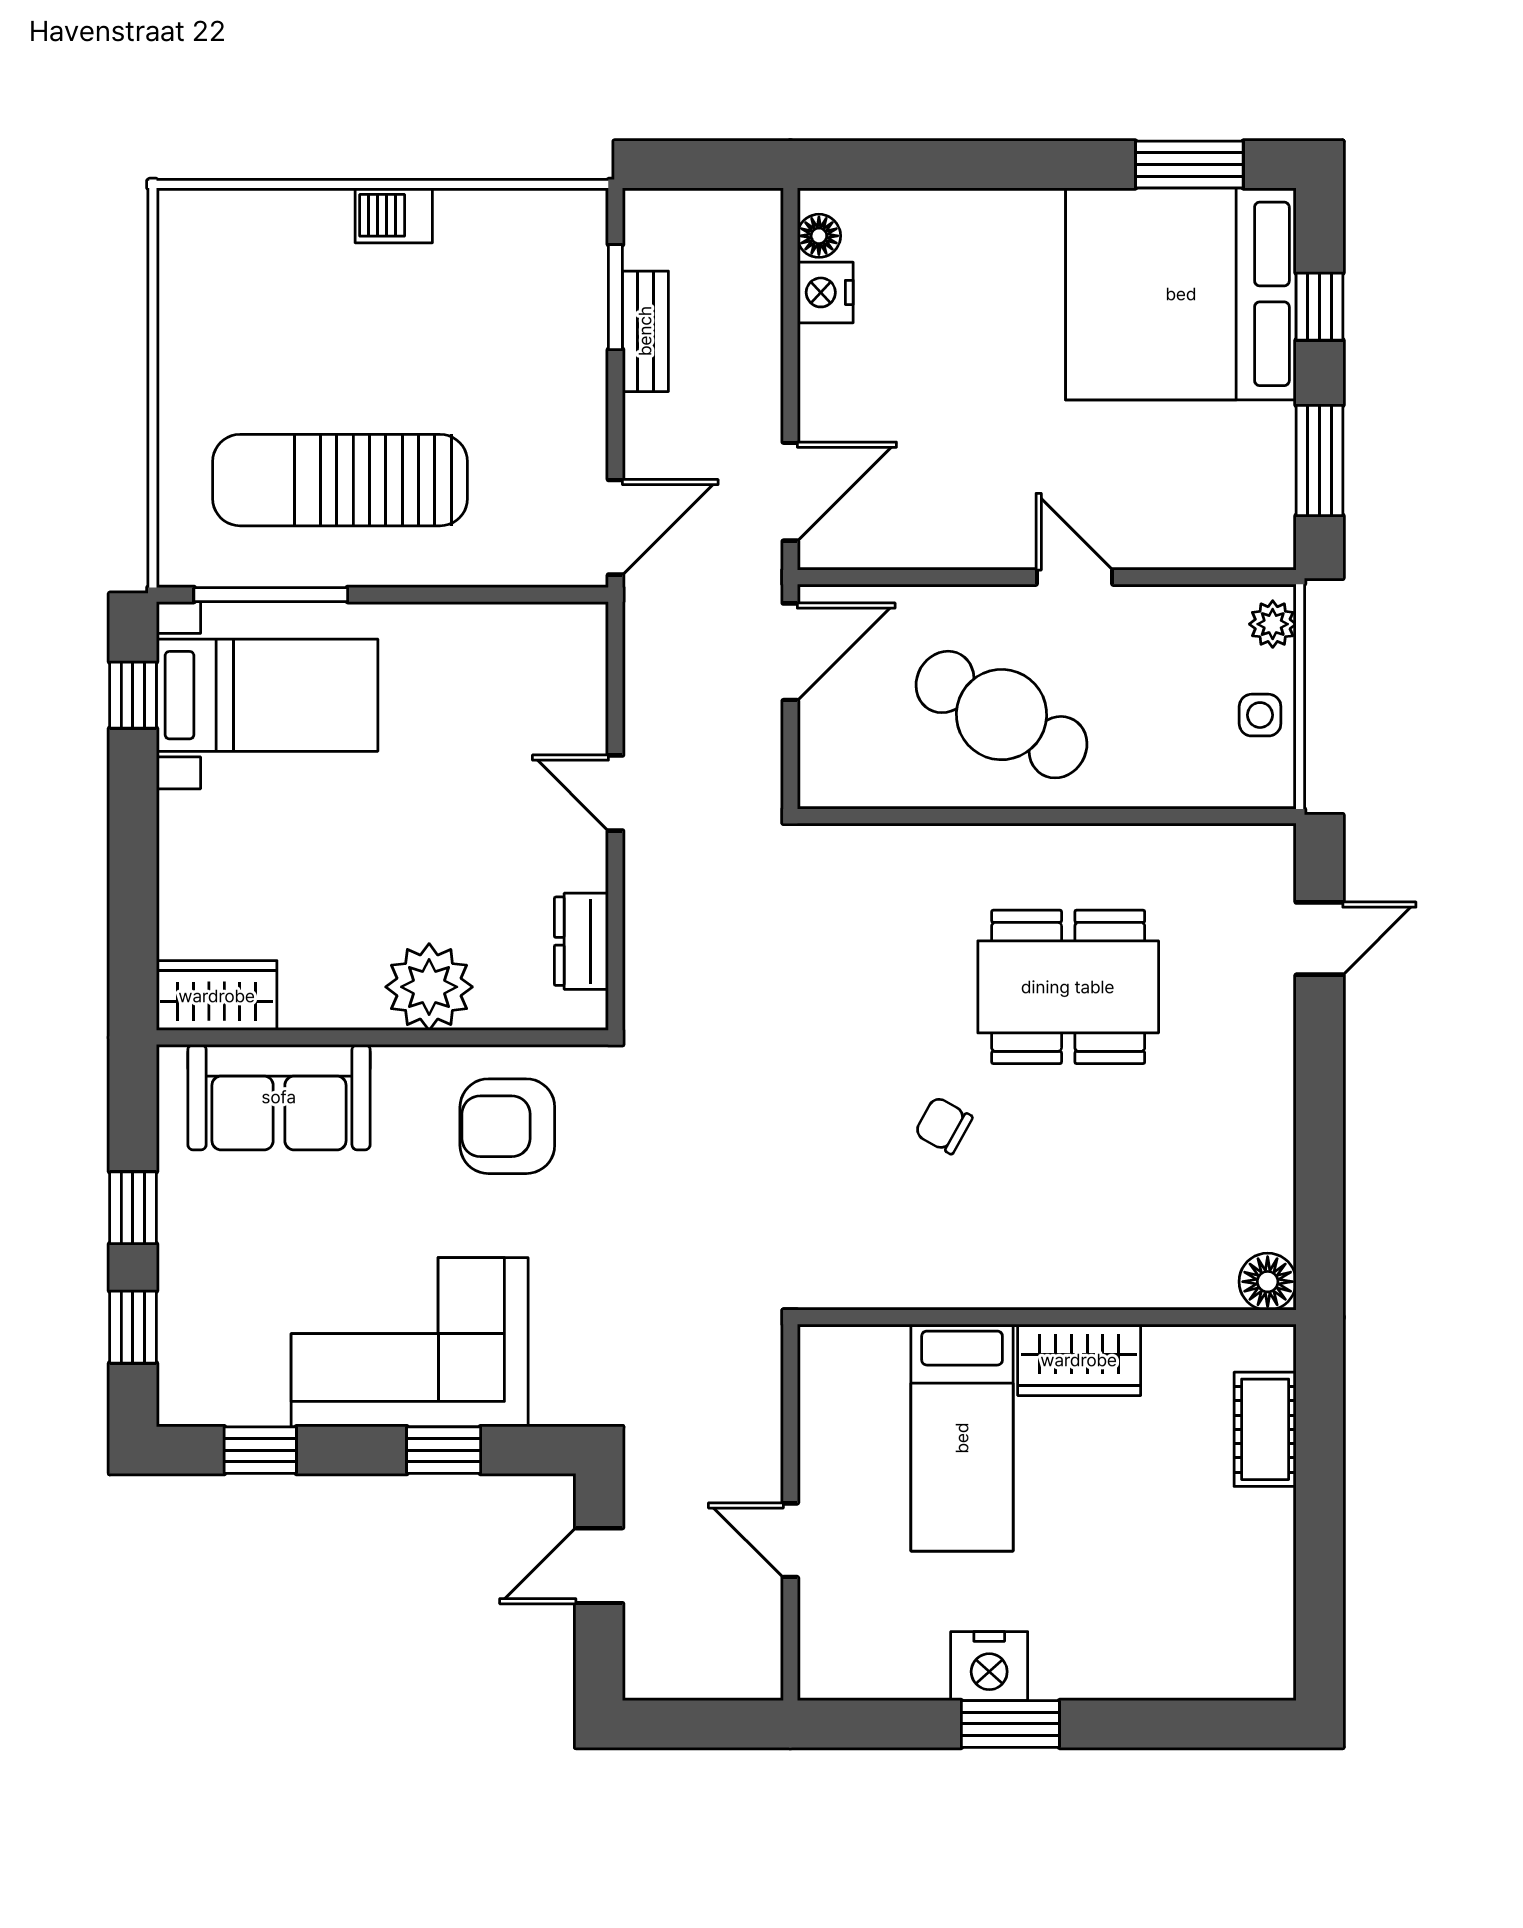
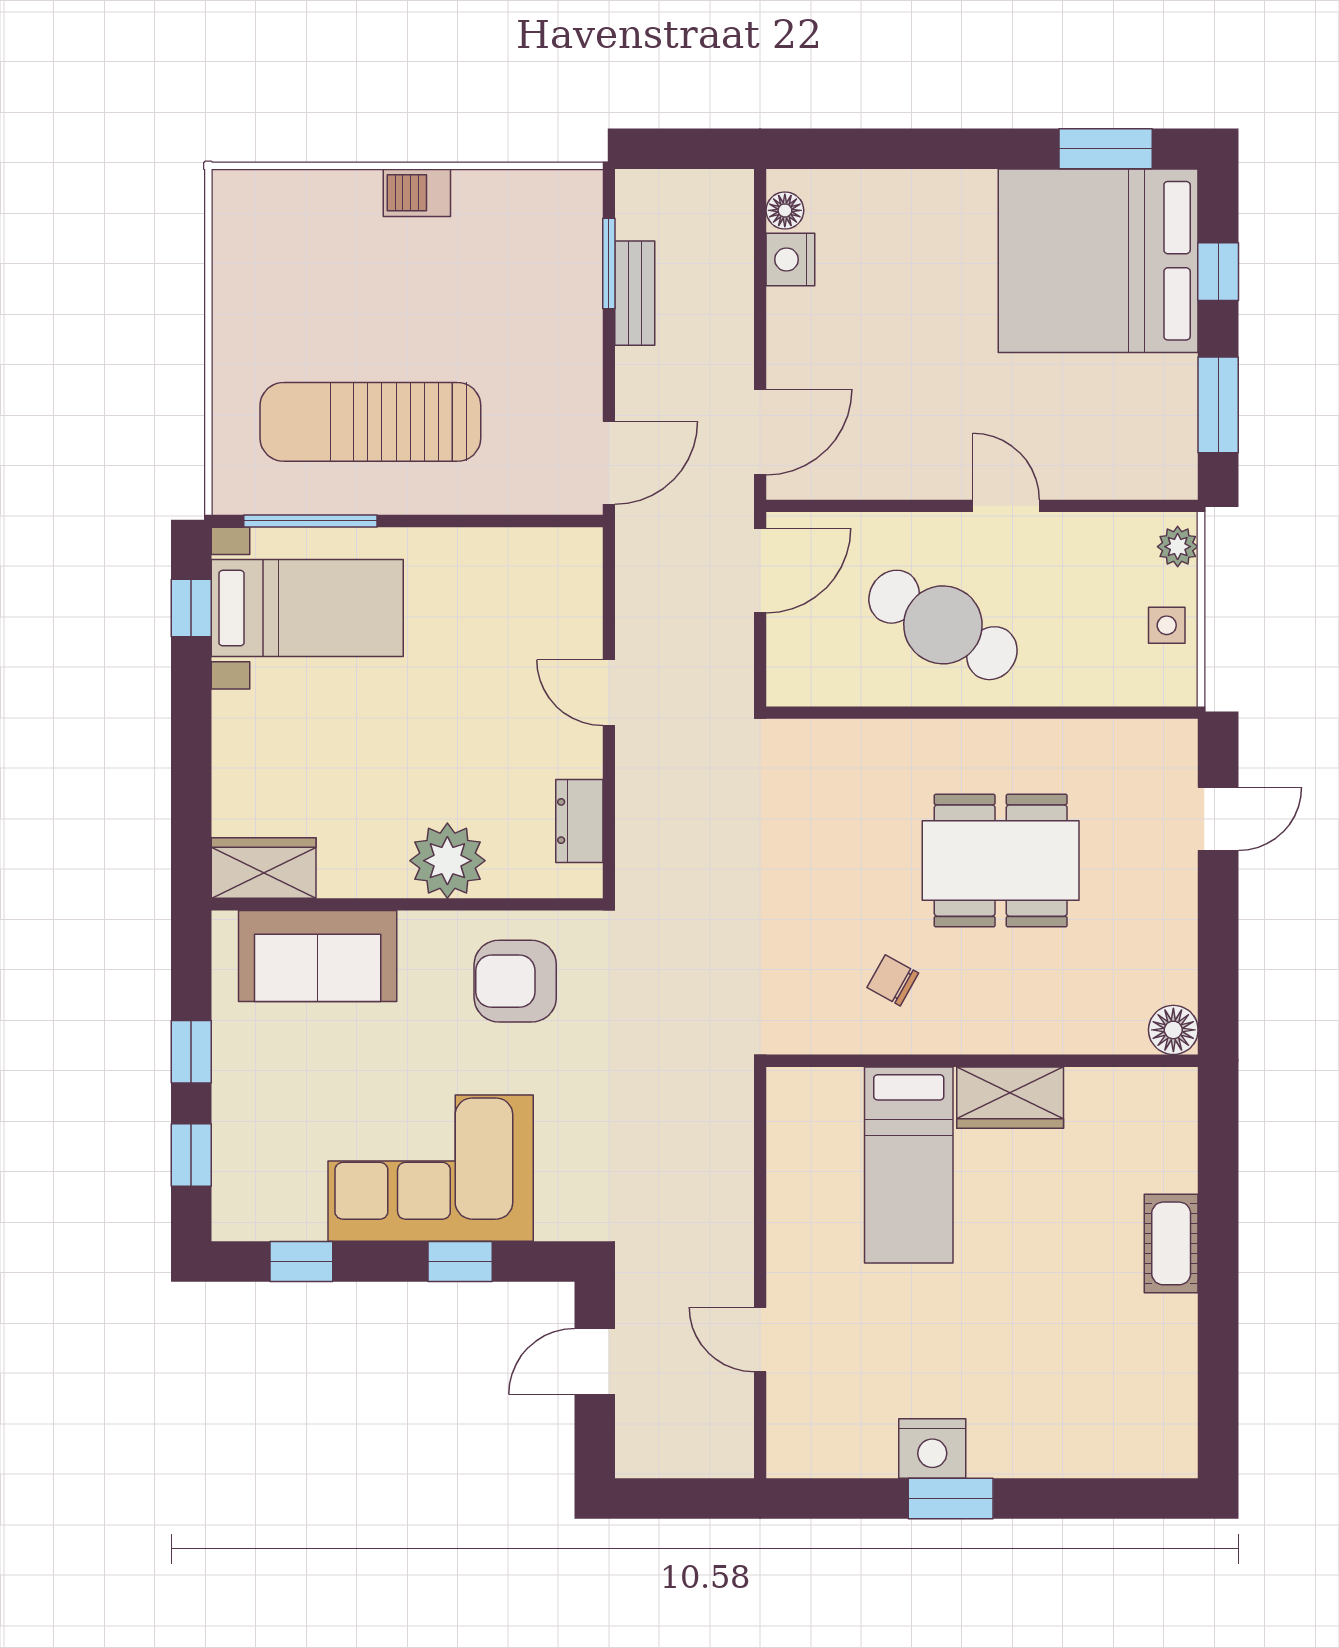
floor lamp: (1268, 1282) -> (1173, 1030), moved
wall: (1047, 1317) -> (982, 1061), moved
wardrobe: (1079, 1360) -> (1010, 1098), moved
bed: (962, 1438) -> (909, 1165), moved

